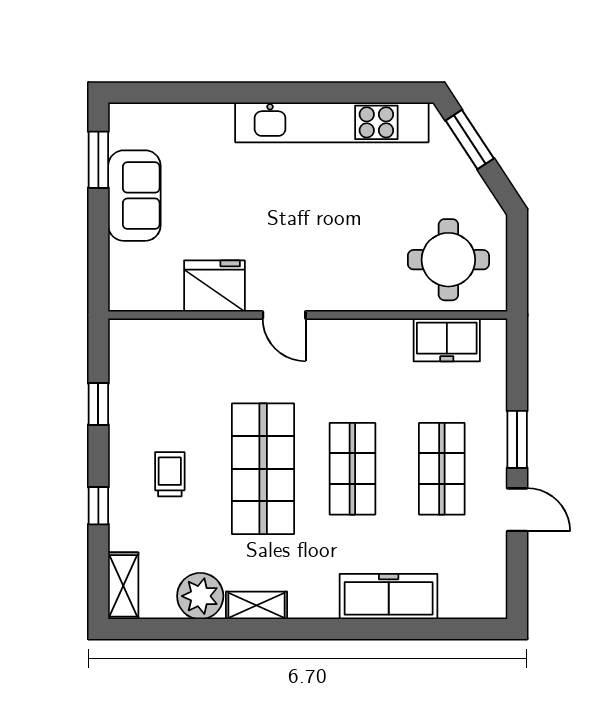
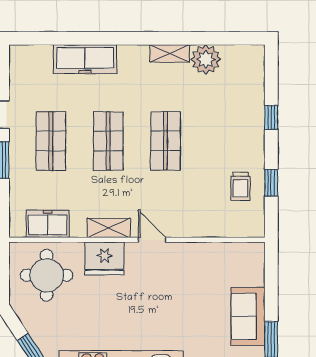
fridge: (214, 286) -> (104, 258), moved
shop shelf: (263, 469) -> (166, 141), width x0.70, depth x0.74
trolley: (170, 474) -> (240, 186), moved
shelving: (123, 586) -> (109, 228), moved, turned 90

